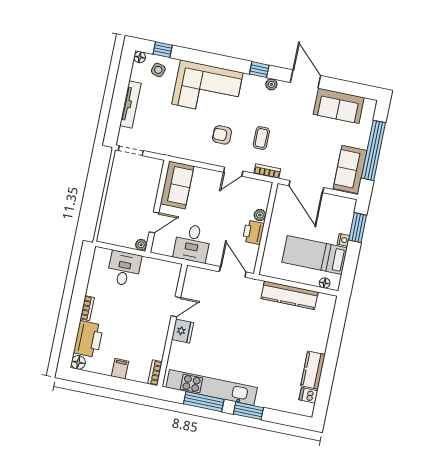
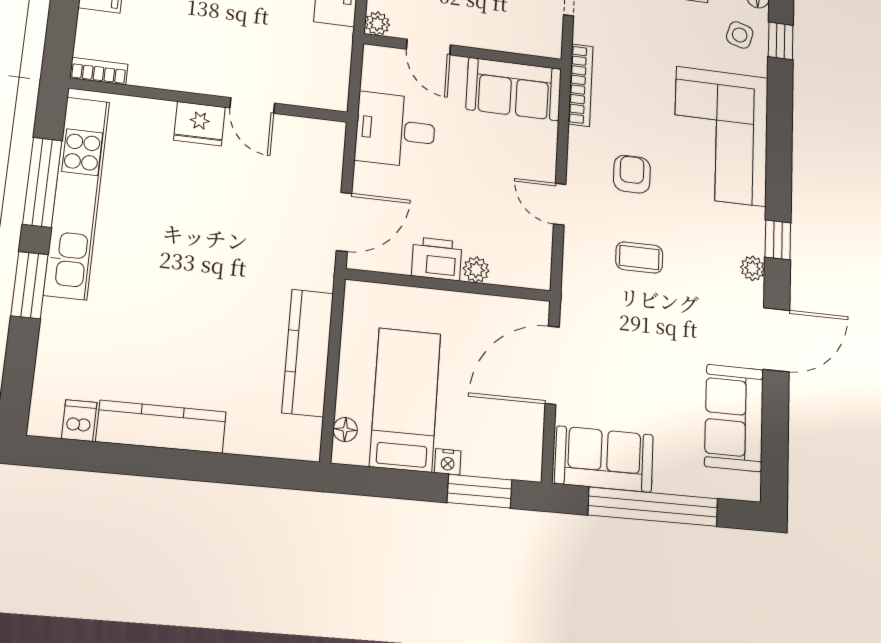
bookcase: (267, 171) -> (581, 85), moved, width x1.56
kitchen counter: (313, 370) -> (161, 427), width x1.50

